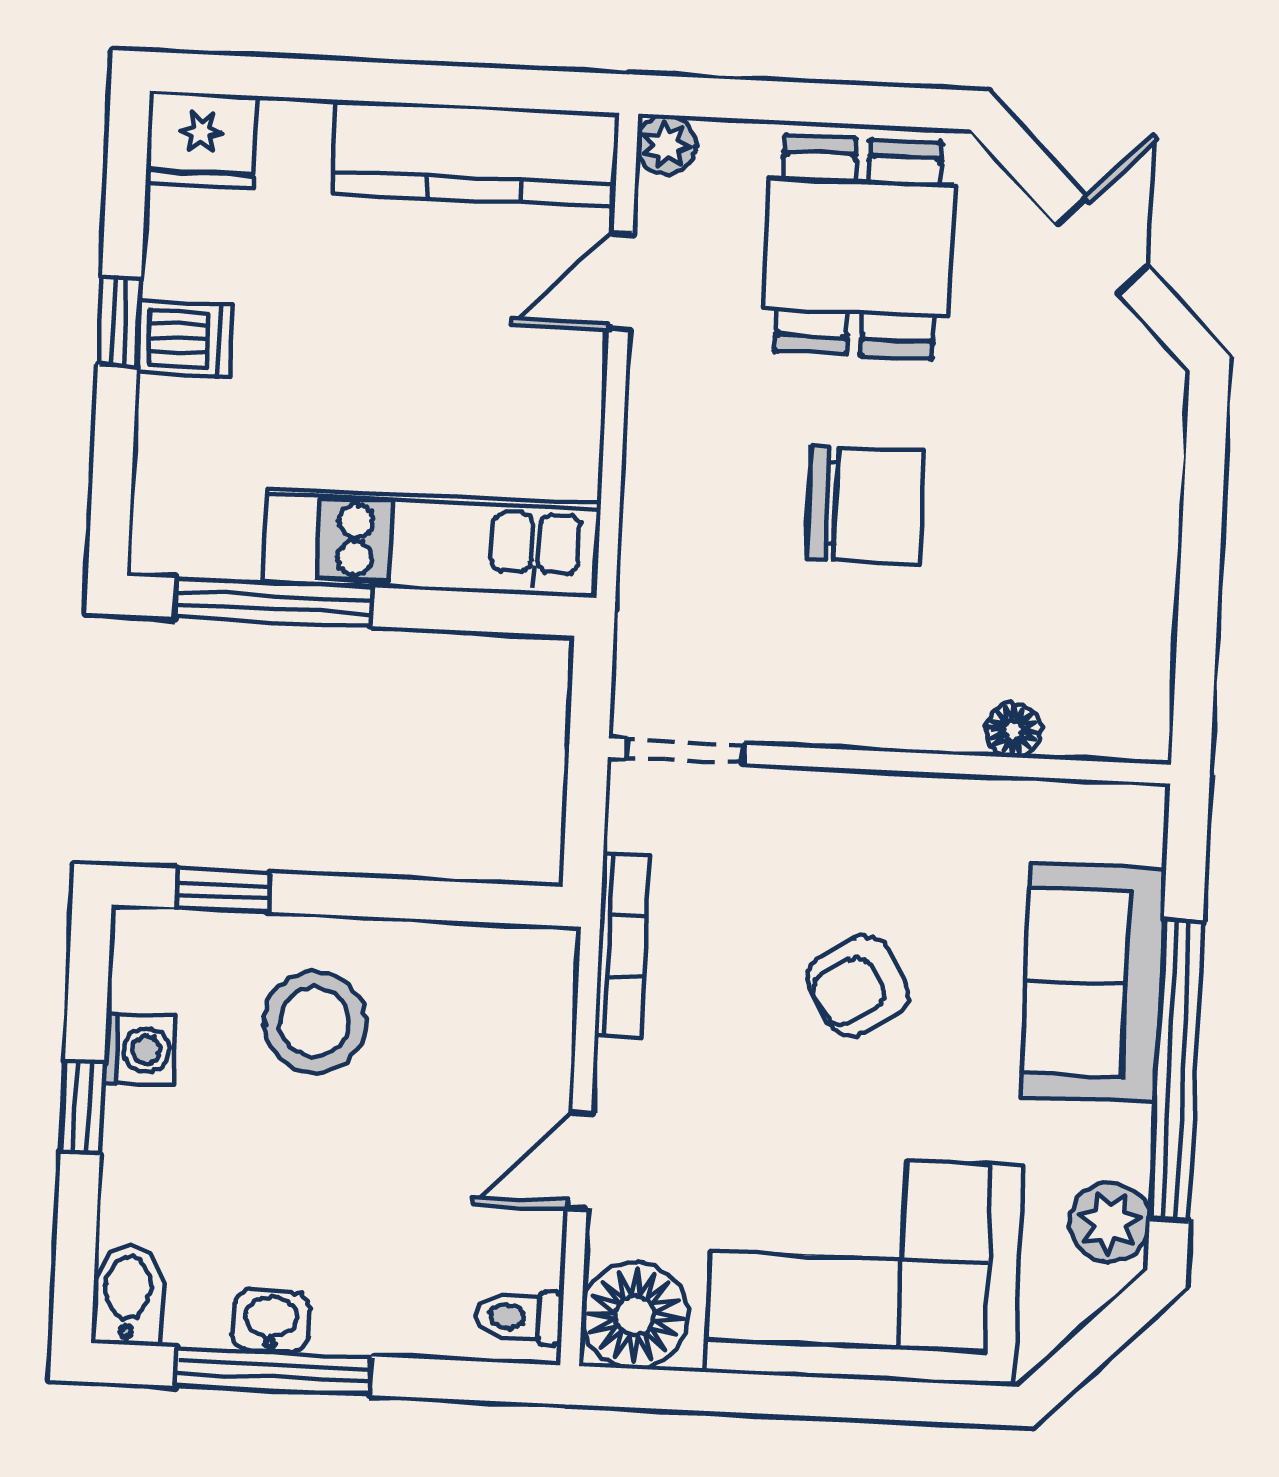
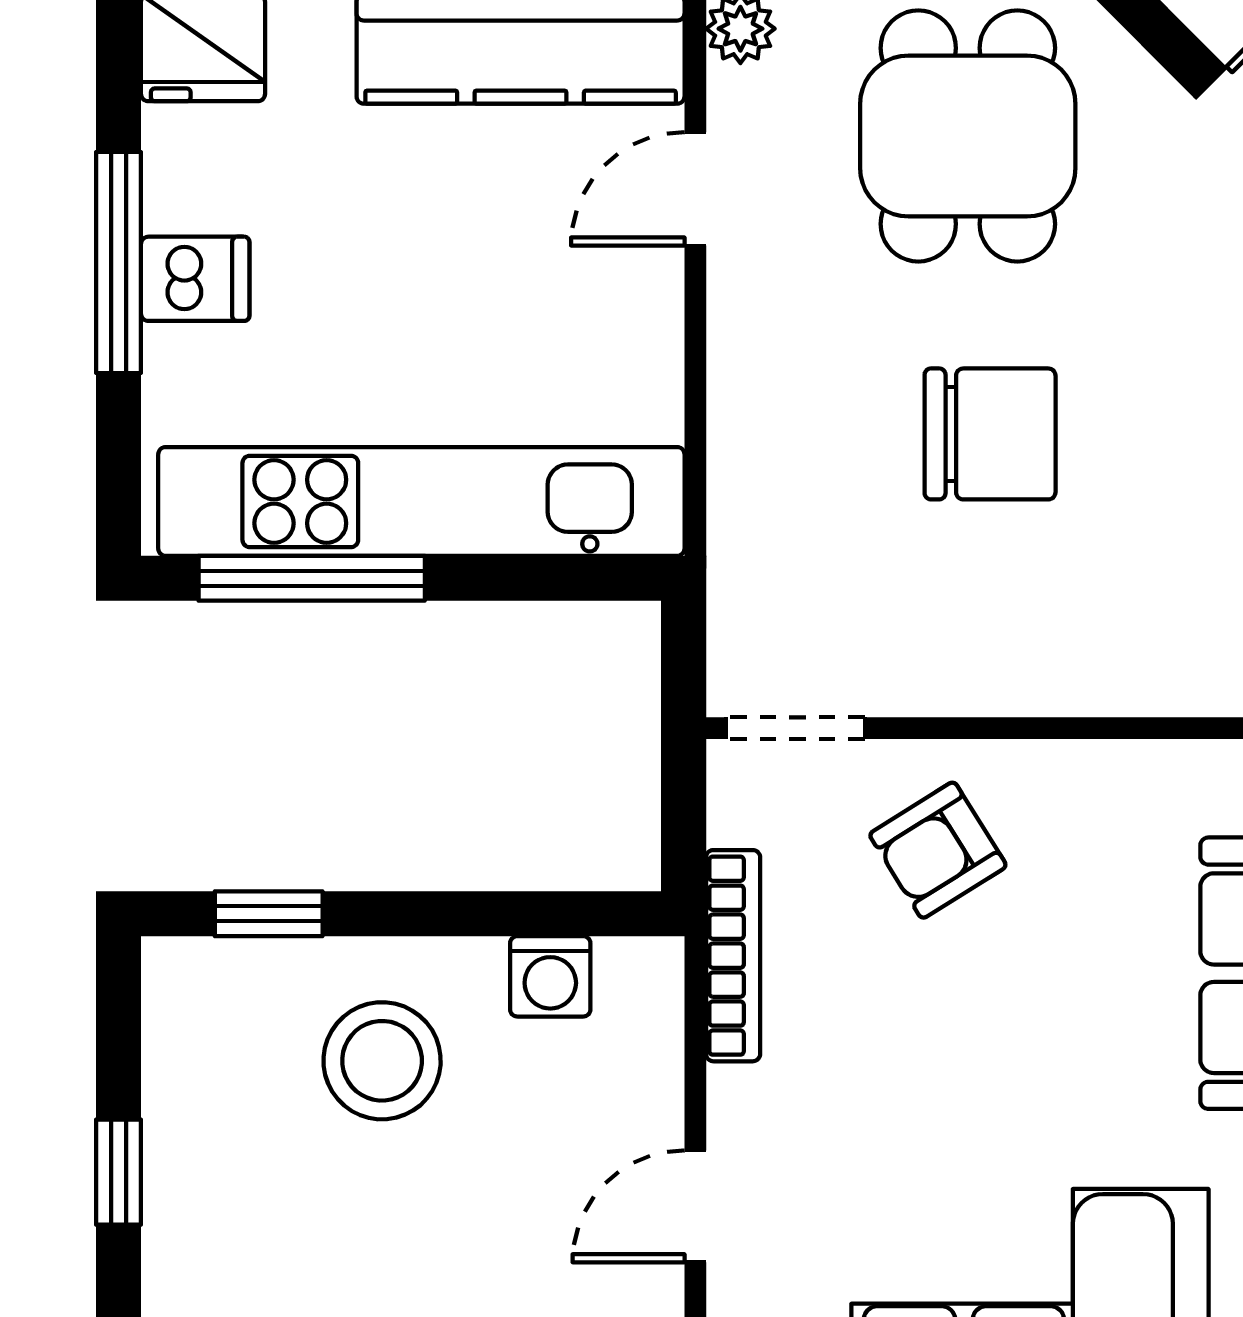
window: (119, 321) -> (119, 262), width x2.17
kitchen unit: (432, 543) -> (421, 501), width x1.36
floor lamp: (1013, 730) -> (1173, 686), removed
armchair: (858, 986) -> (938, 850), moved
washing machine: (139, 1050) -> (550, 976), moved, turned 90

